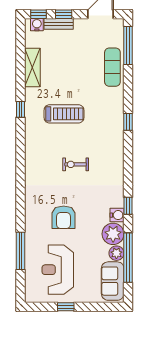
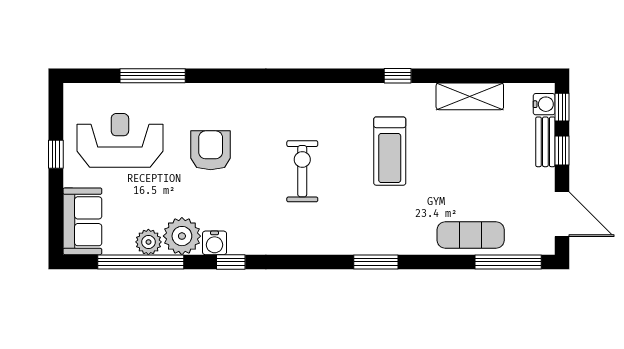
window: (128, 122) -> (376, 262), width x1.50
exercise bike: (76, 164) -> (302, 171), width x1.38, depth x1.39
armchair: (64, 217) -> (211, 150), turned 90
sofa: (113, 281) -> (82, 221), moved, turned 90

